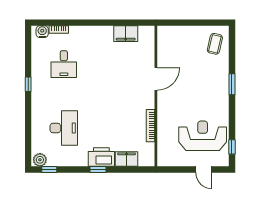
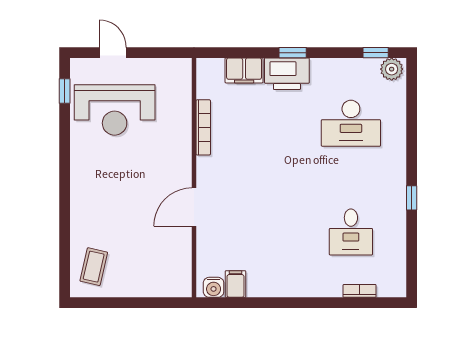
water cooler: (42, 32) -> (214, 287), moved
filing cabinet: (126, 34) -> (235, 284), width x0.50
desk: (64, 64) -> (351, 232), turned 180
window: (232, 84) -> (65, 198), removed
desk: (64, 128) -> (351, 123), turned -90

